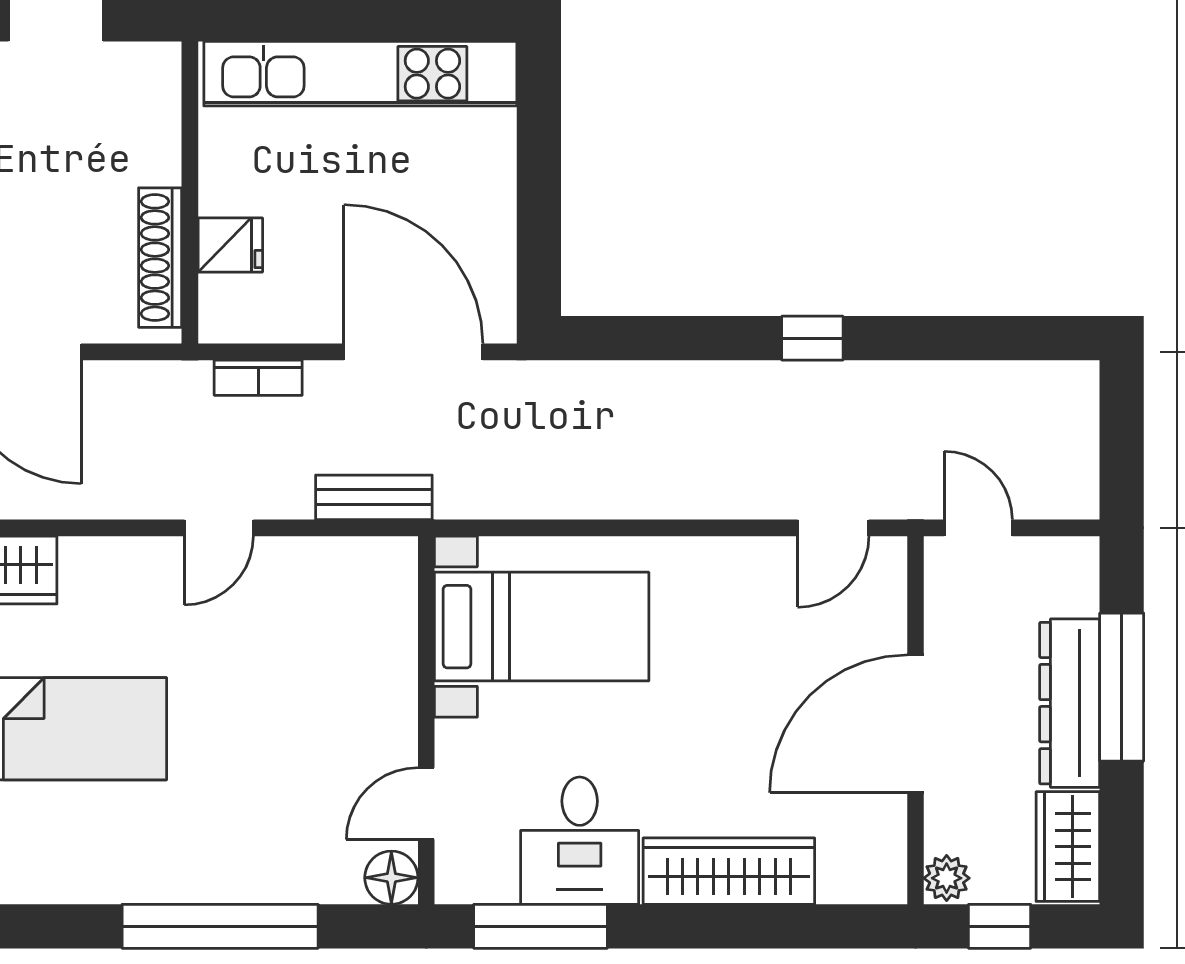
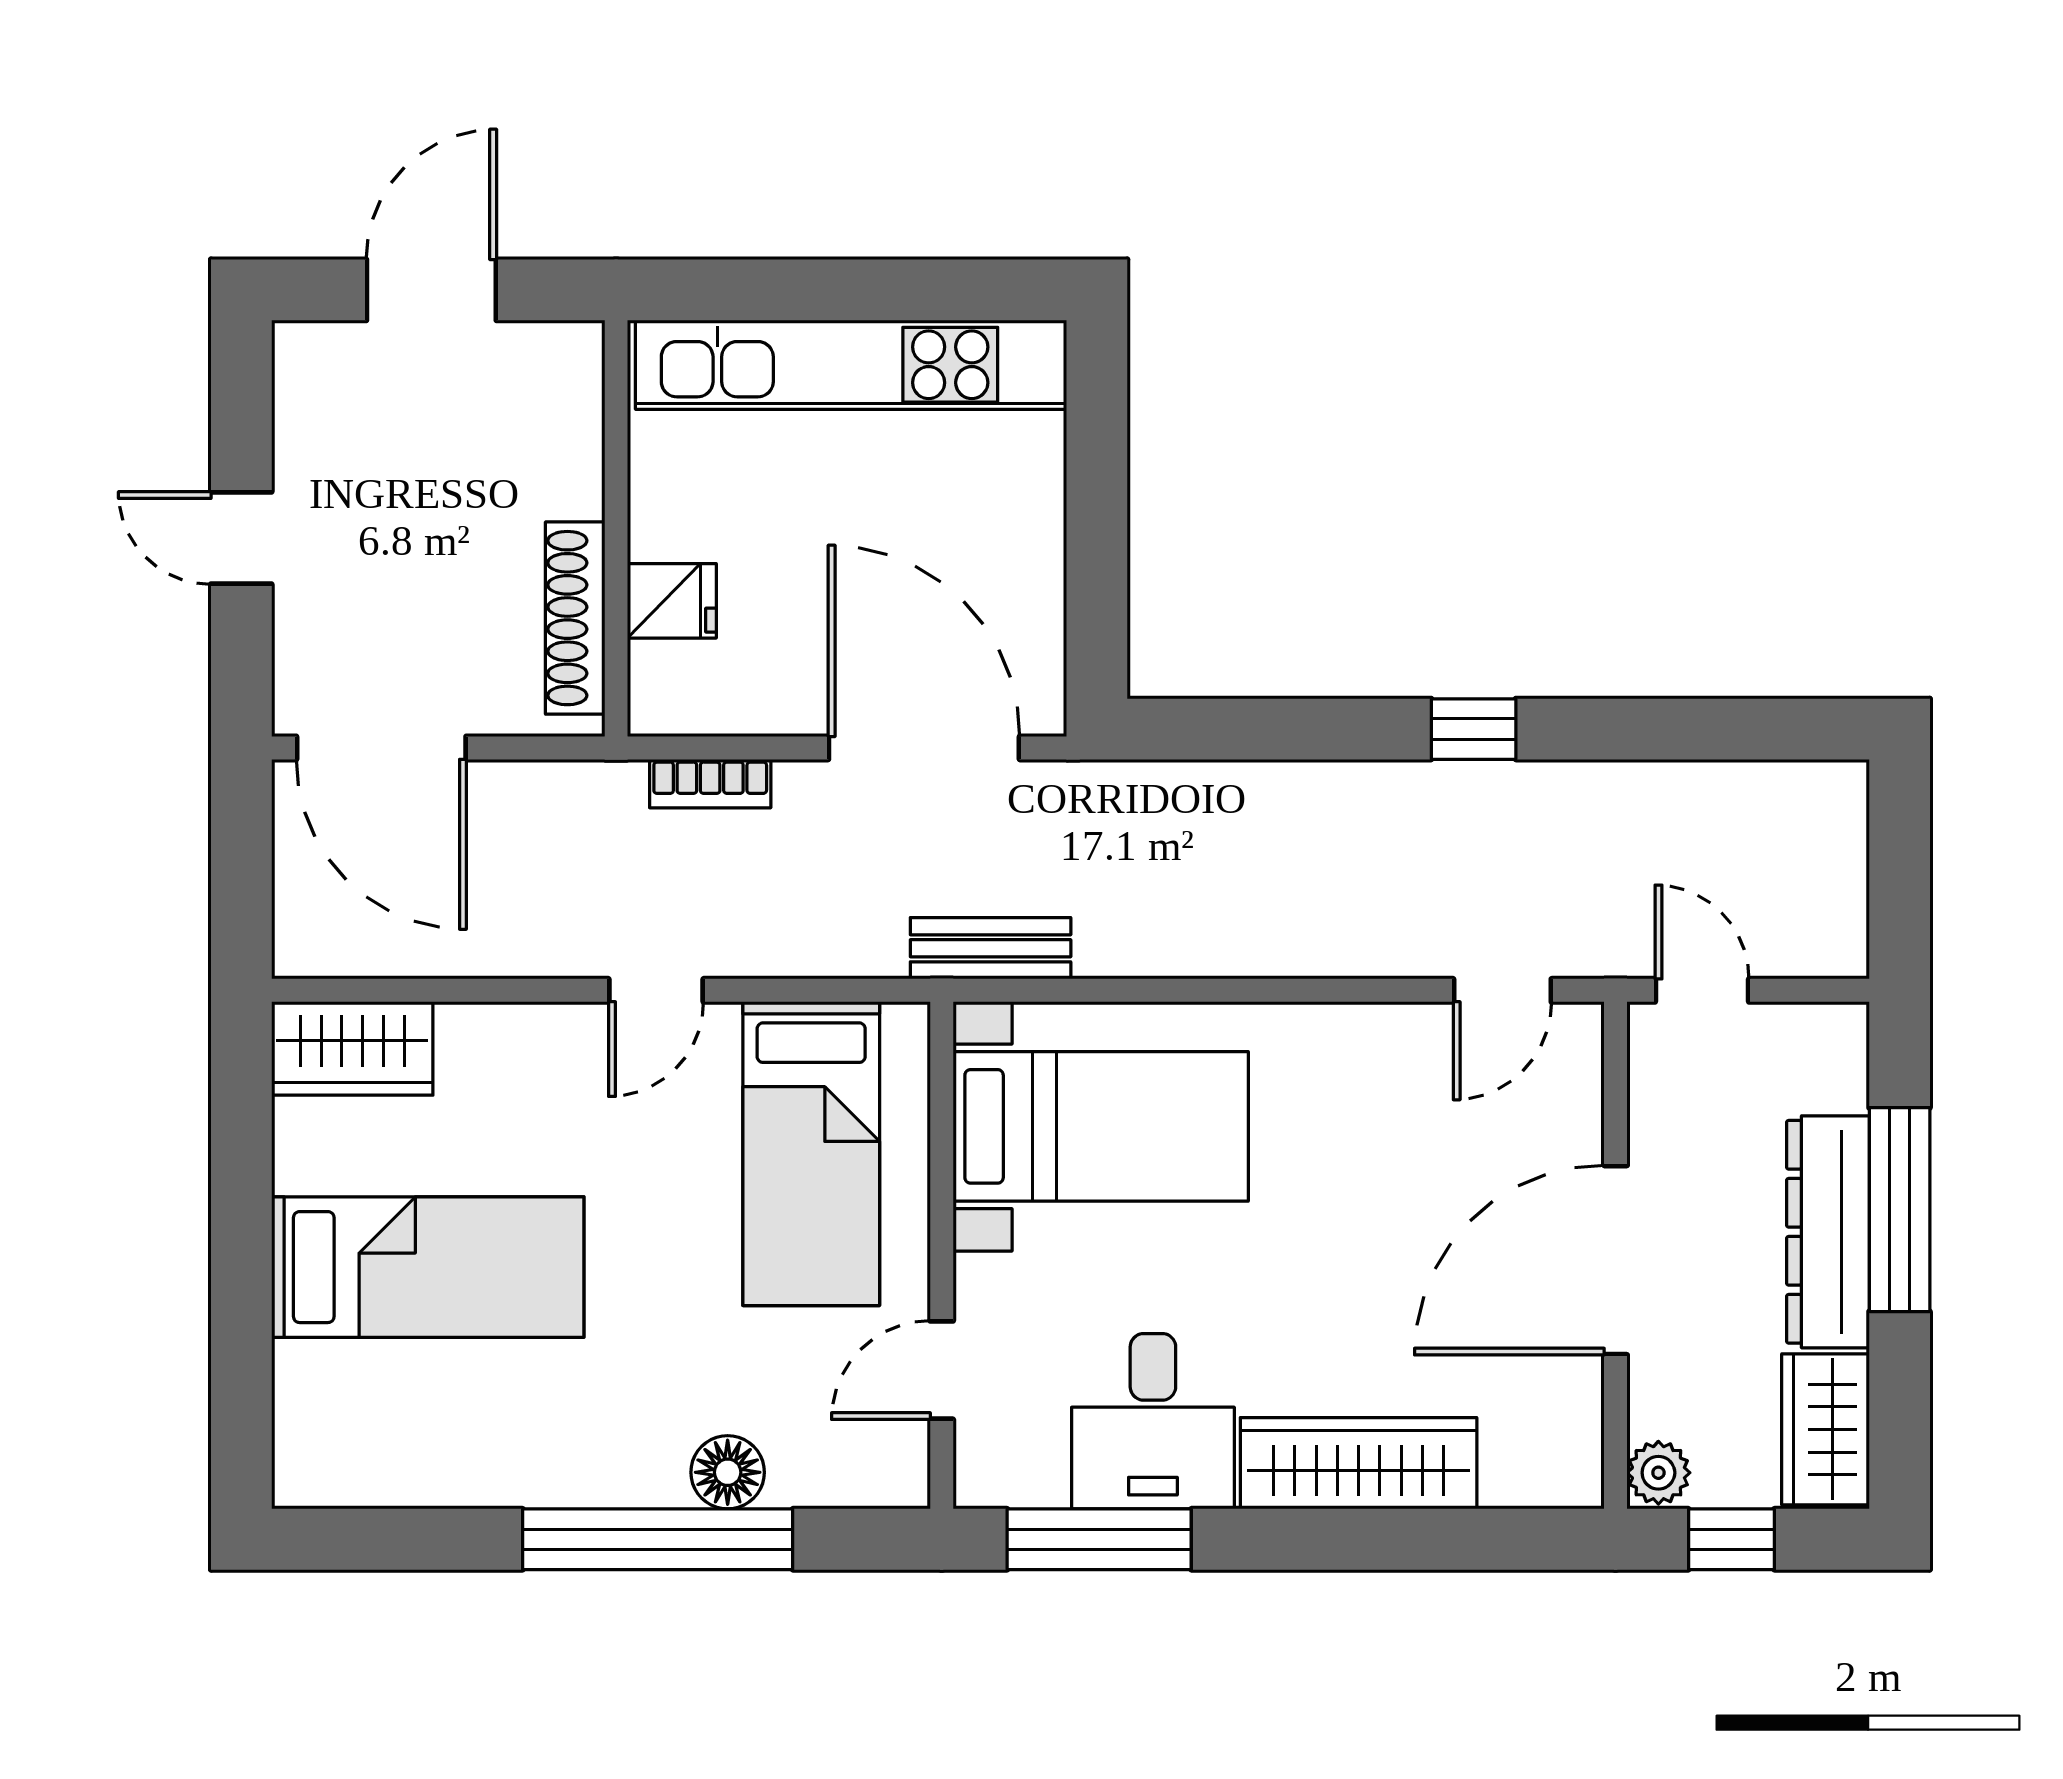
bench: (374, 497) -> (991, 948), moved
bed: (331, 646) -> (811, 1154), added
floor lamp: (391, 878) -> (728, 1472), moved

